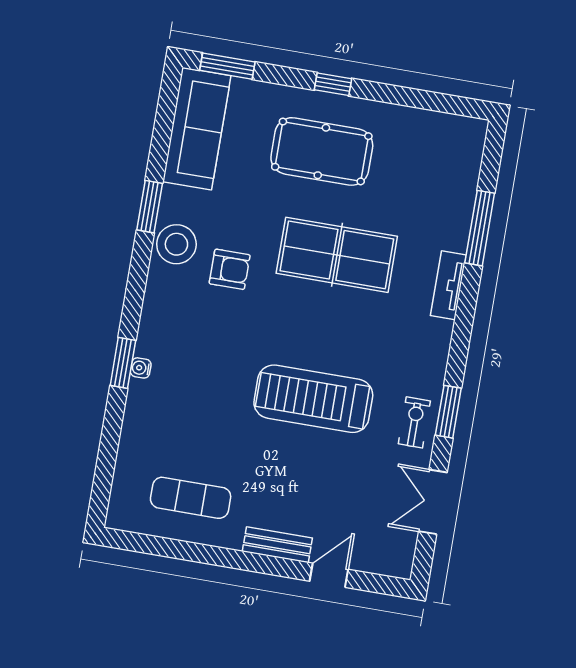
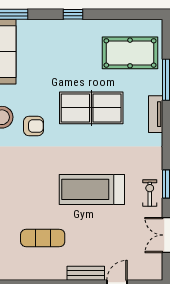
pool table: (322, 151) -> (130, 53), moved
exercise mat: (191, 498) -> (43, 238), moved

